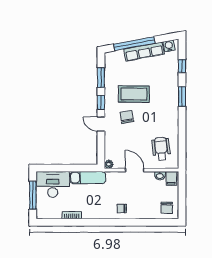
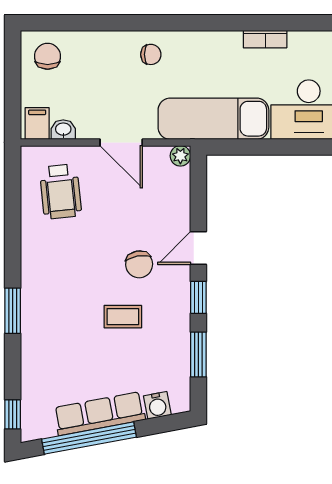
window: (134, 44) -> (89, 438), moved
water cooler: (169, 46) -> (157, 405), moved
window: (182, 66) -> (13, 414), moved
coffee table: (134, 94) -> (123, 317), width x0.54, depth x0.58
door: (101, 124) -> (198, 248), swing flipped
exam couch: (88, 178) -> (213, 119), width x1.36, depth x1.45

